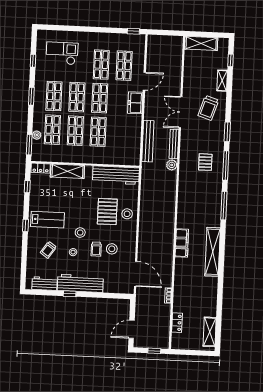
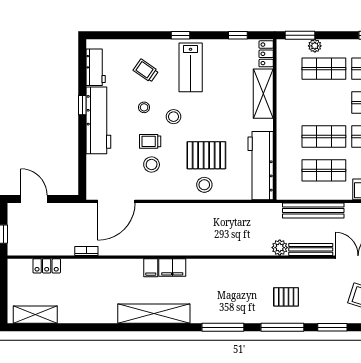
shop shelf: (75, 131) -> (324, 170), moved

